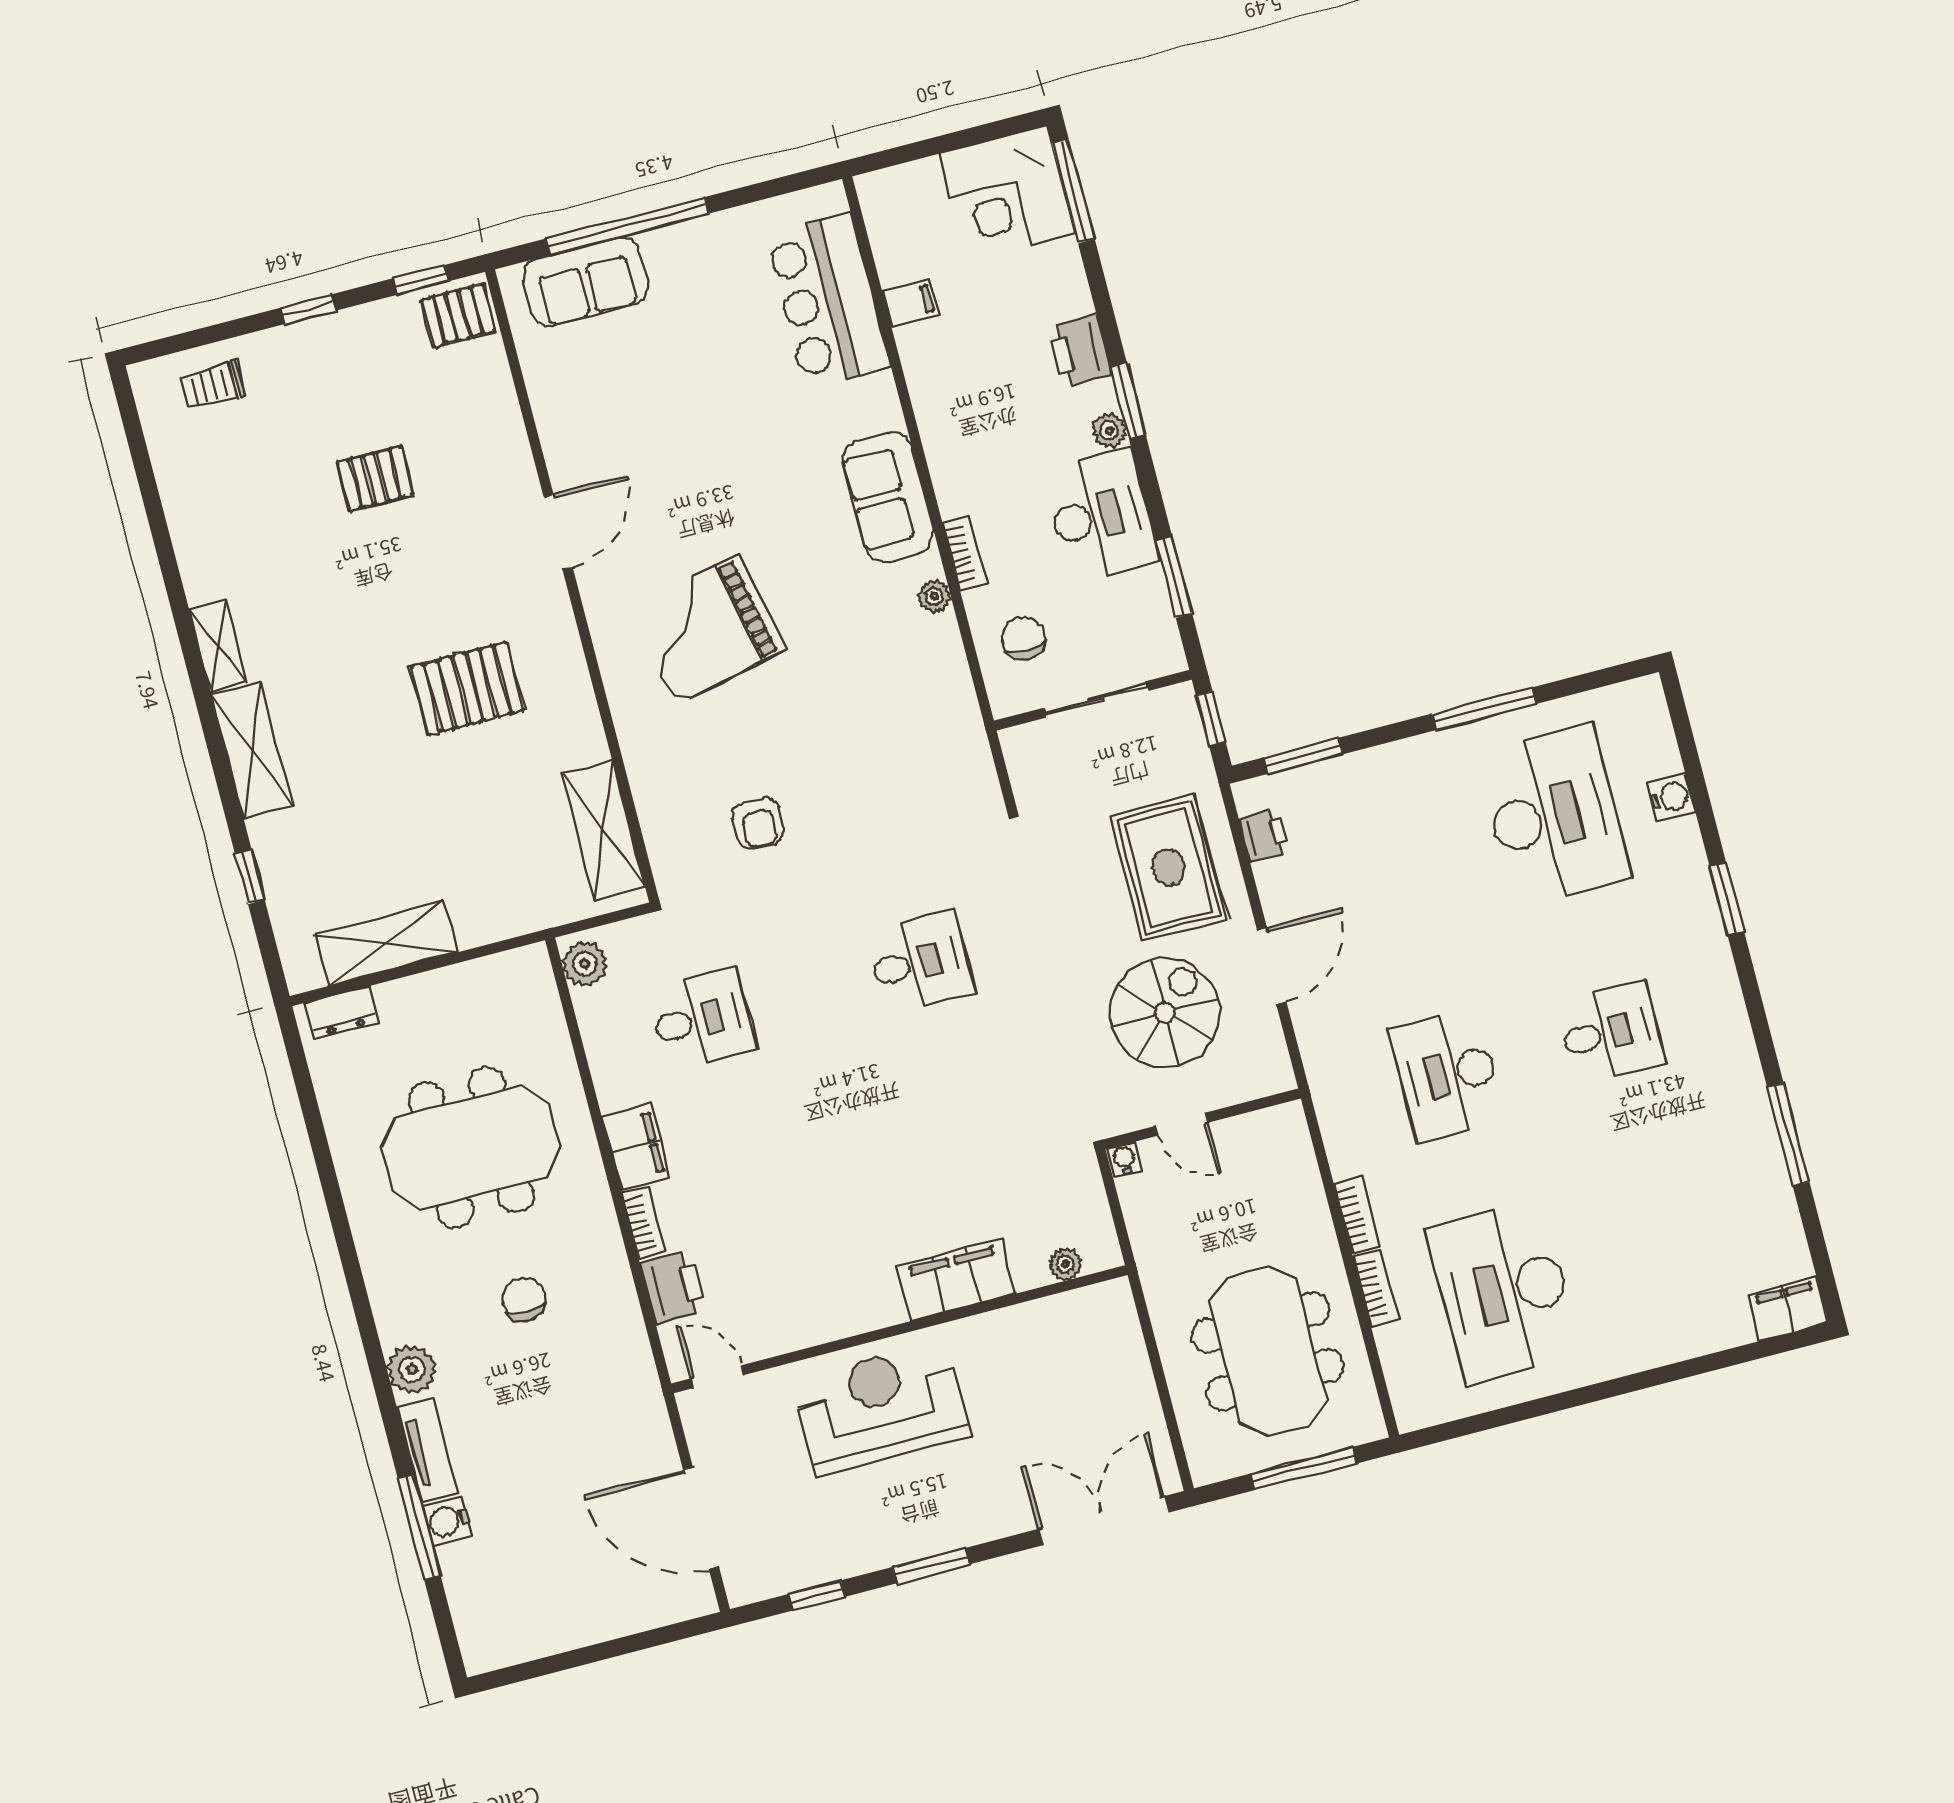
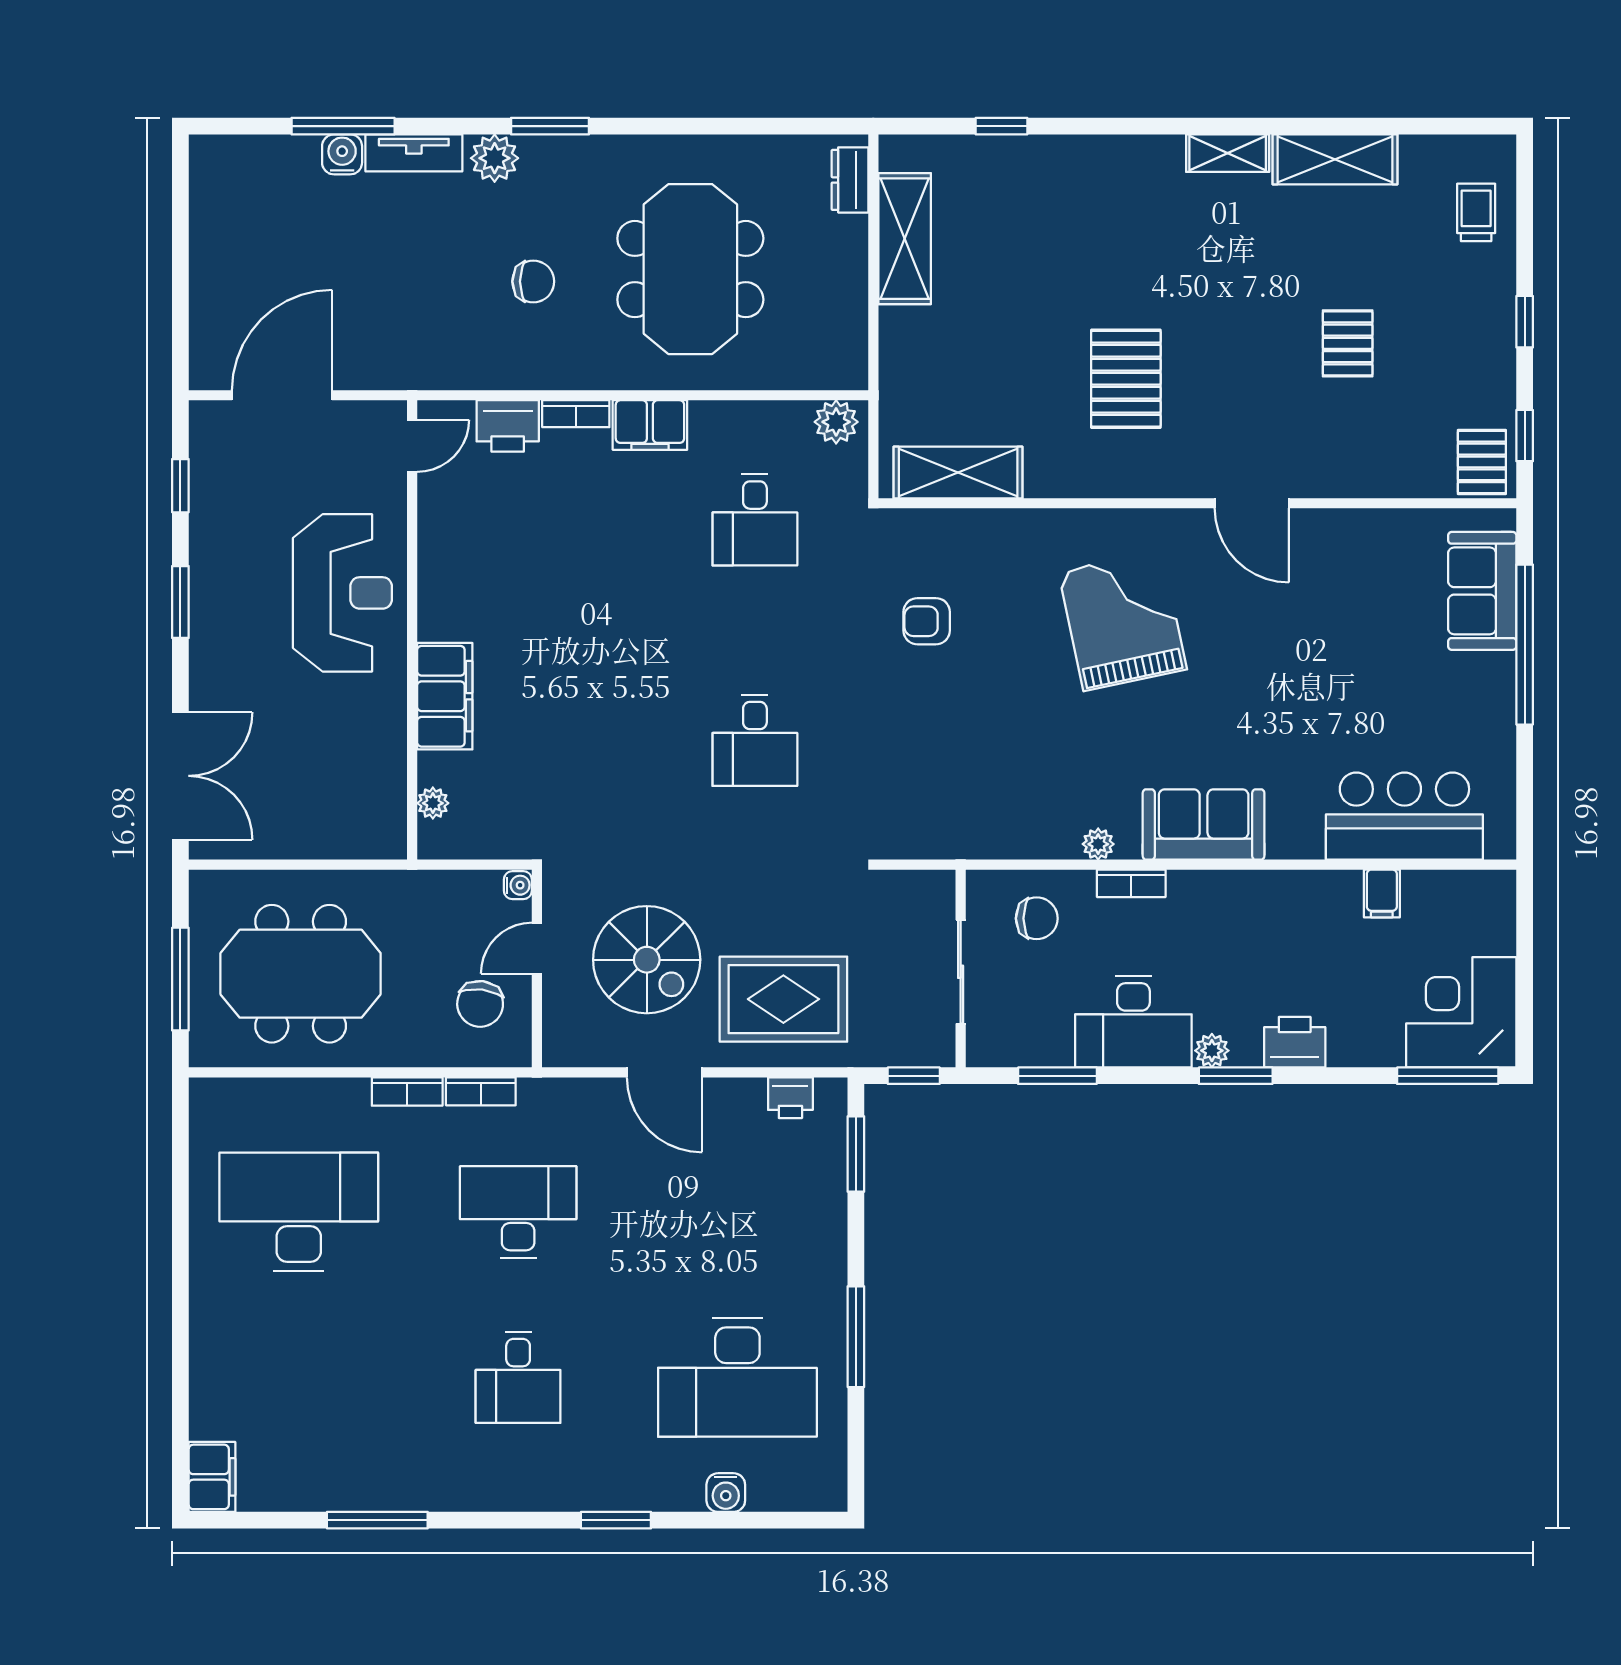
shelving: (252, 750) -> (1335, 159), moved
chair: (1251, 1166) -> (480, 1004), added
bookcase: (1376, 1288) -> (481, 1091), moved
window: (366, 1323) -> (550, 126), added

